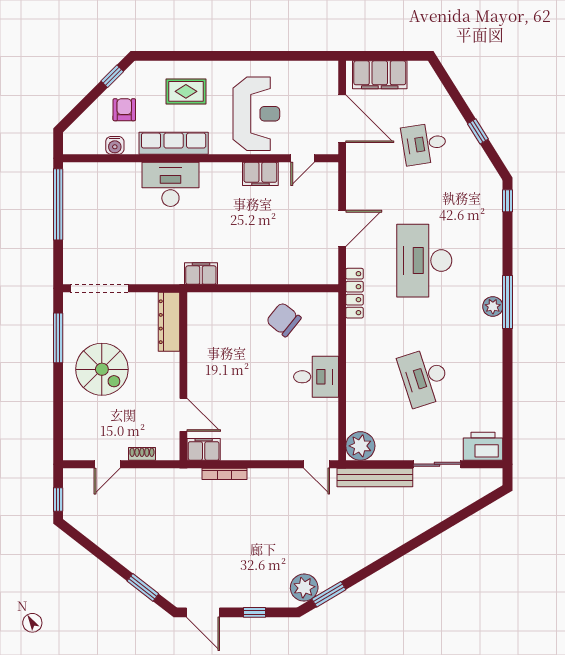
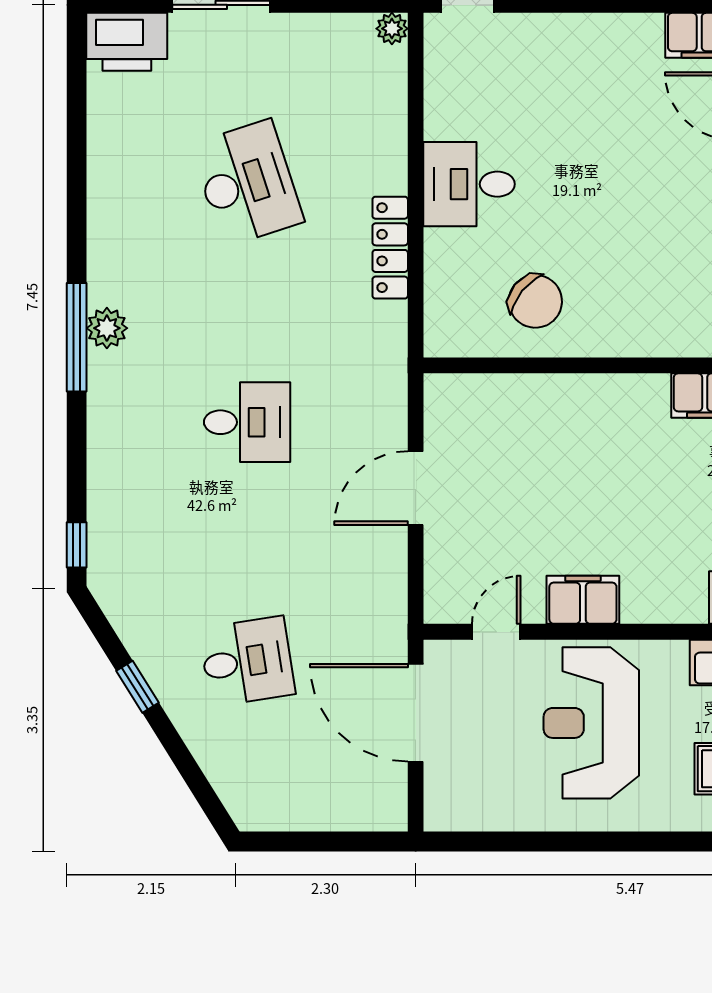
filing cabinet: (380, 75) -> (338, 803), removed
desk: (424, 261) -> (247, 422), width x0.53, depth x0.77
locker: (355, 293) -> (390, 248), moved
plant: (360, 446) -> (392, 29), width x0.53, depth x0.53

